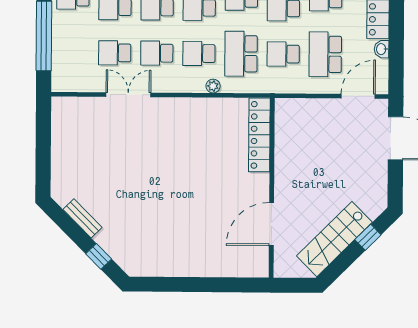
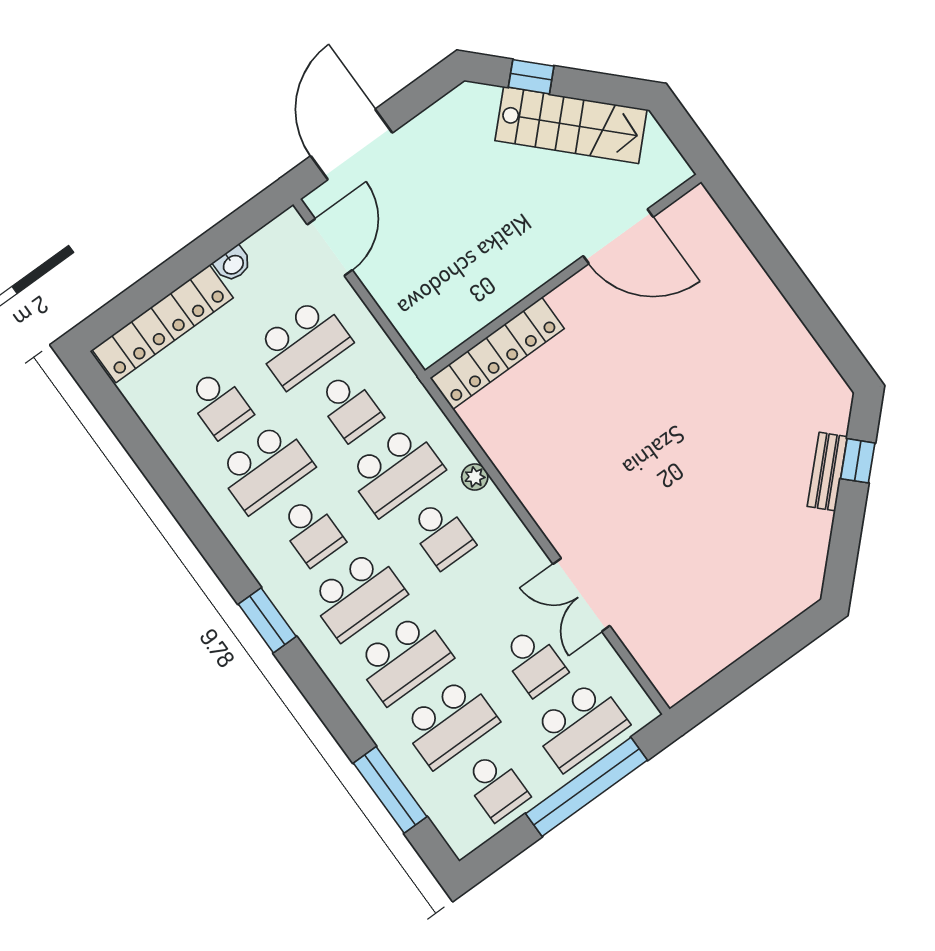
school desk: (157, 53) -> (580, 725), moved, width x1.85
door: (358, 96) -> (330, 247), swing flipped
bench: (83, 218) -> (827, 472), moved

